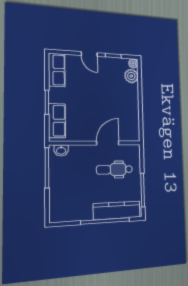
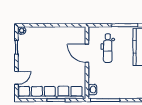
door: (89, 54) -> (16, 78), moved
row of seats: (57, 70) -> (37, 93), width x1.48
plant: (131, 76) -> (32, 32), removed

